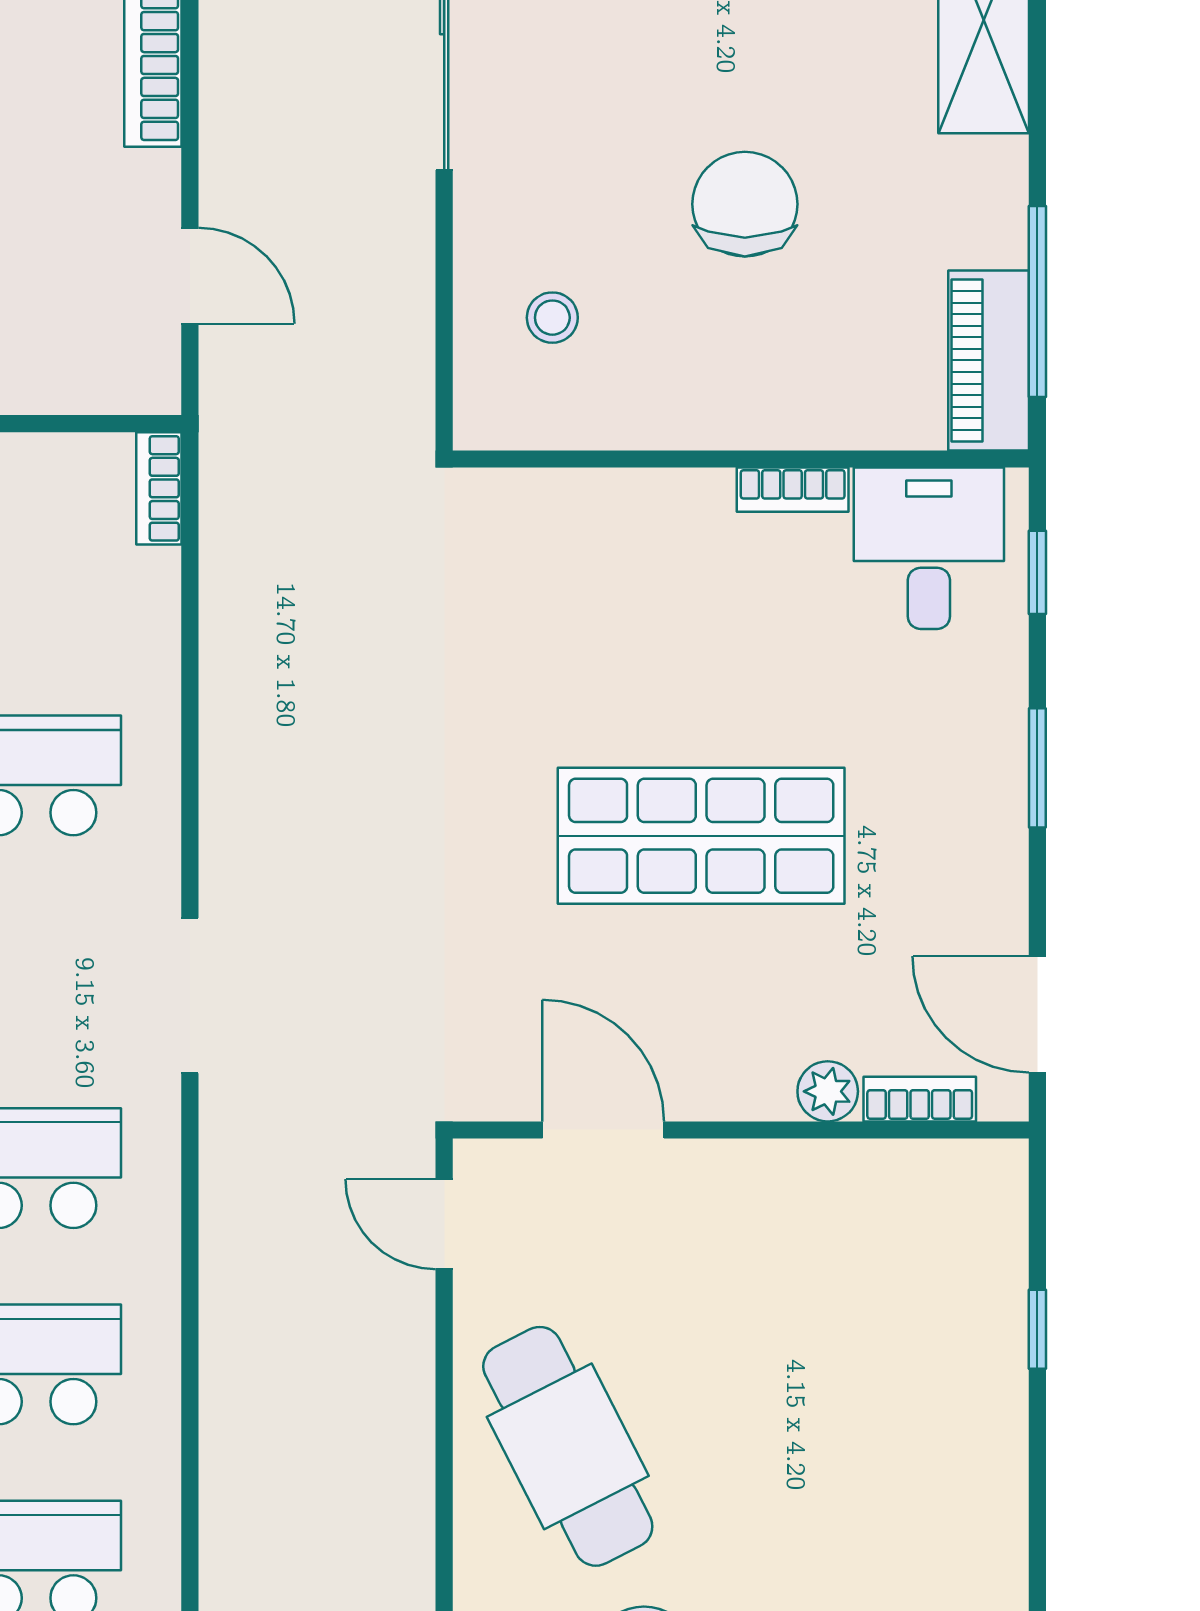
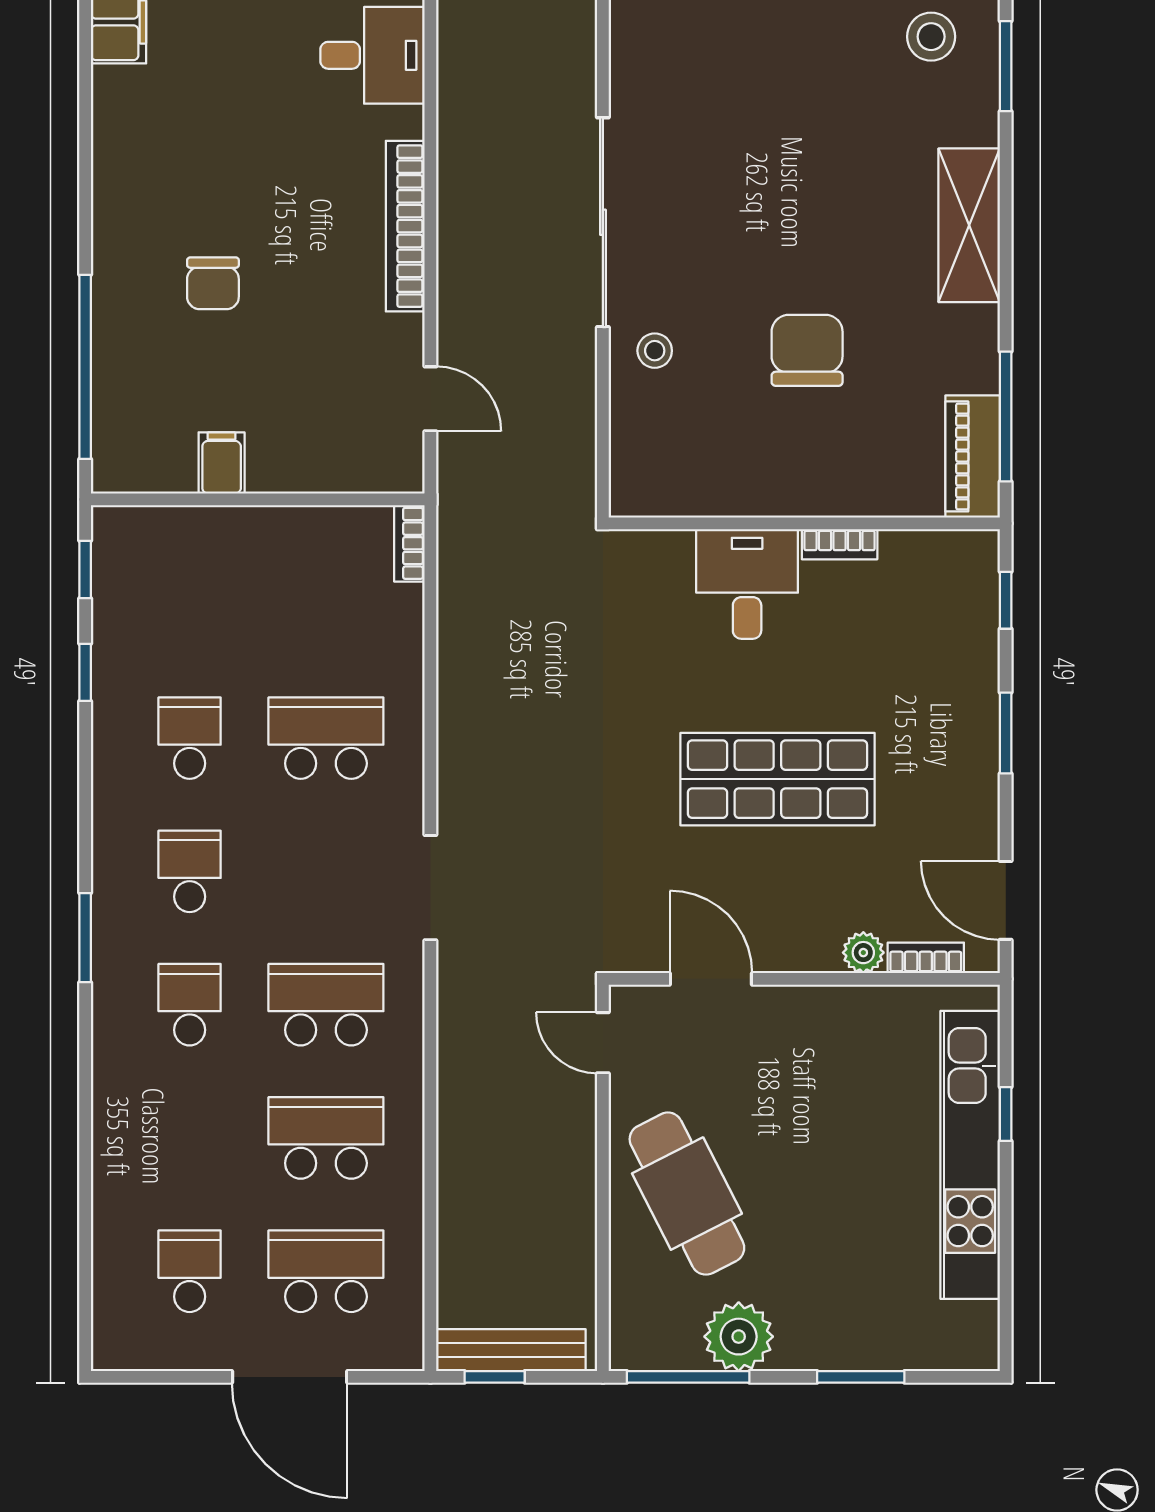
stool: (552, 318) -> (655, 351), moved
desk: (929, 548) -> (747, 584), moved
kitchen unit: (985, 1389) -> (970, 1155), added

